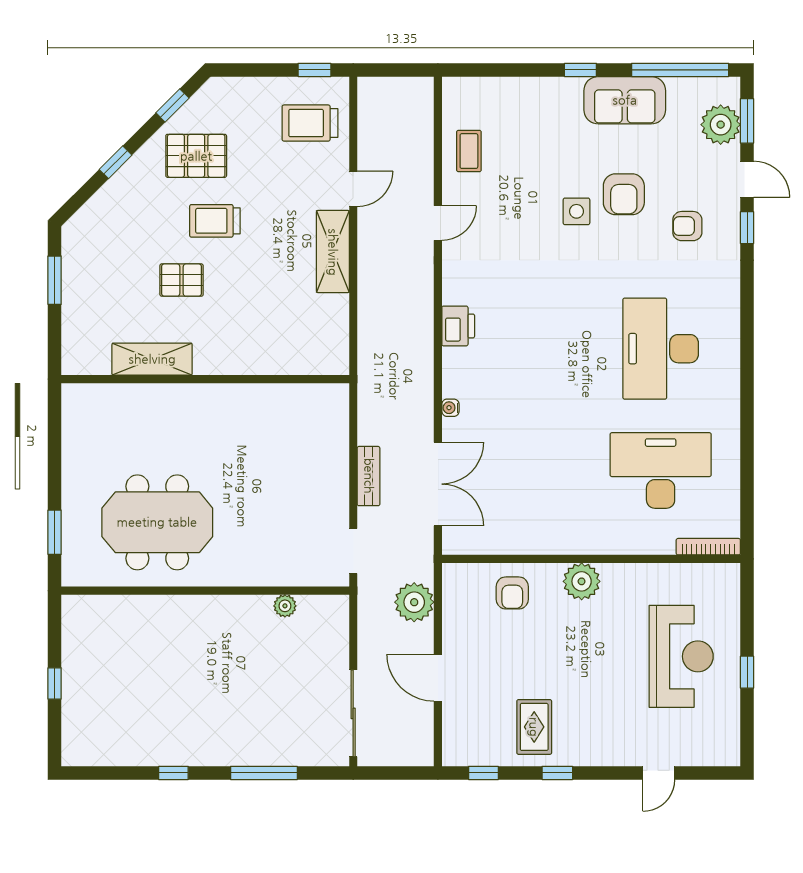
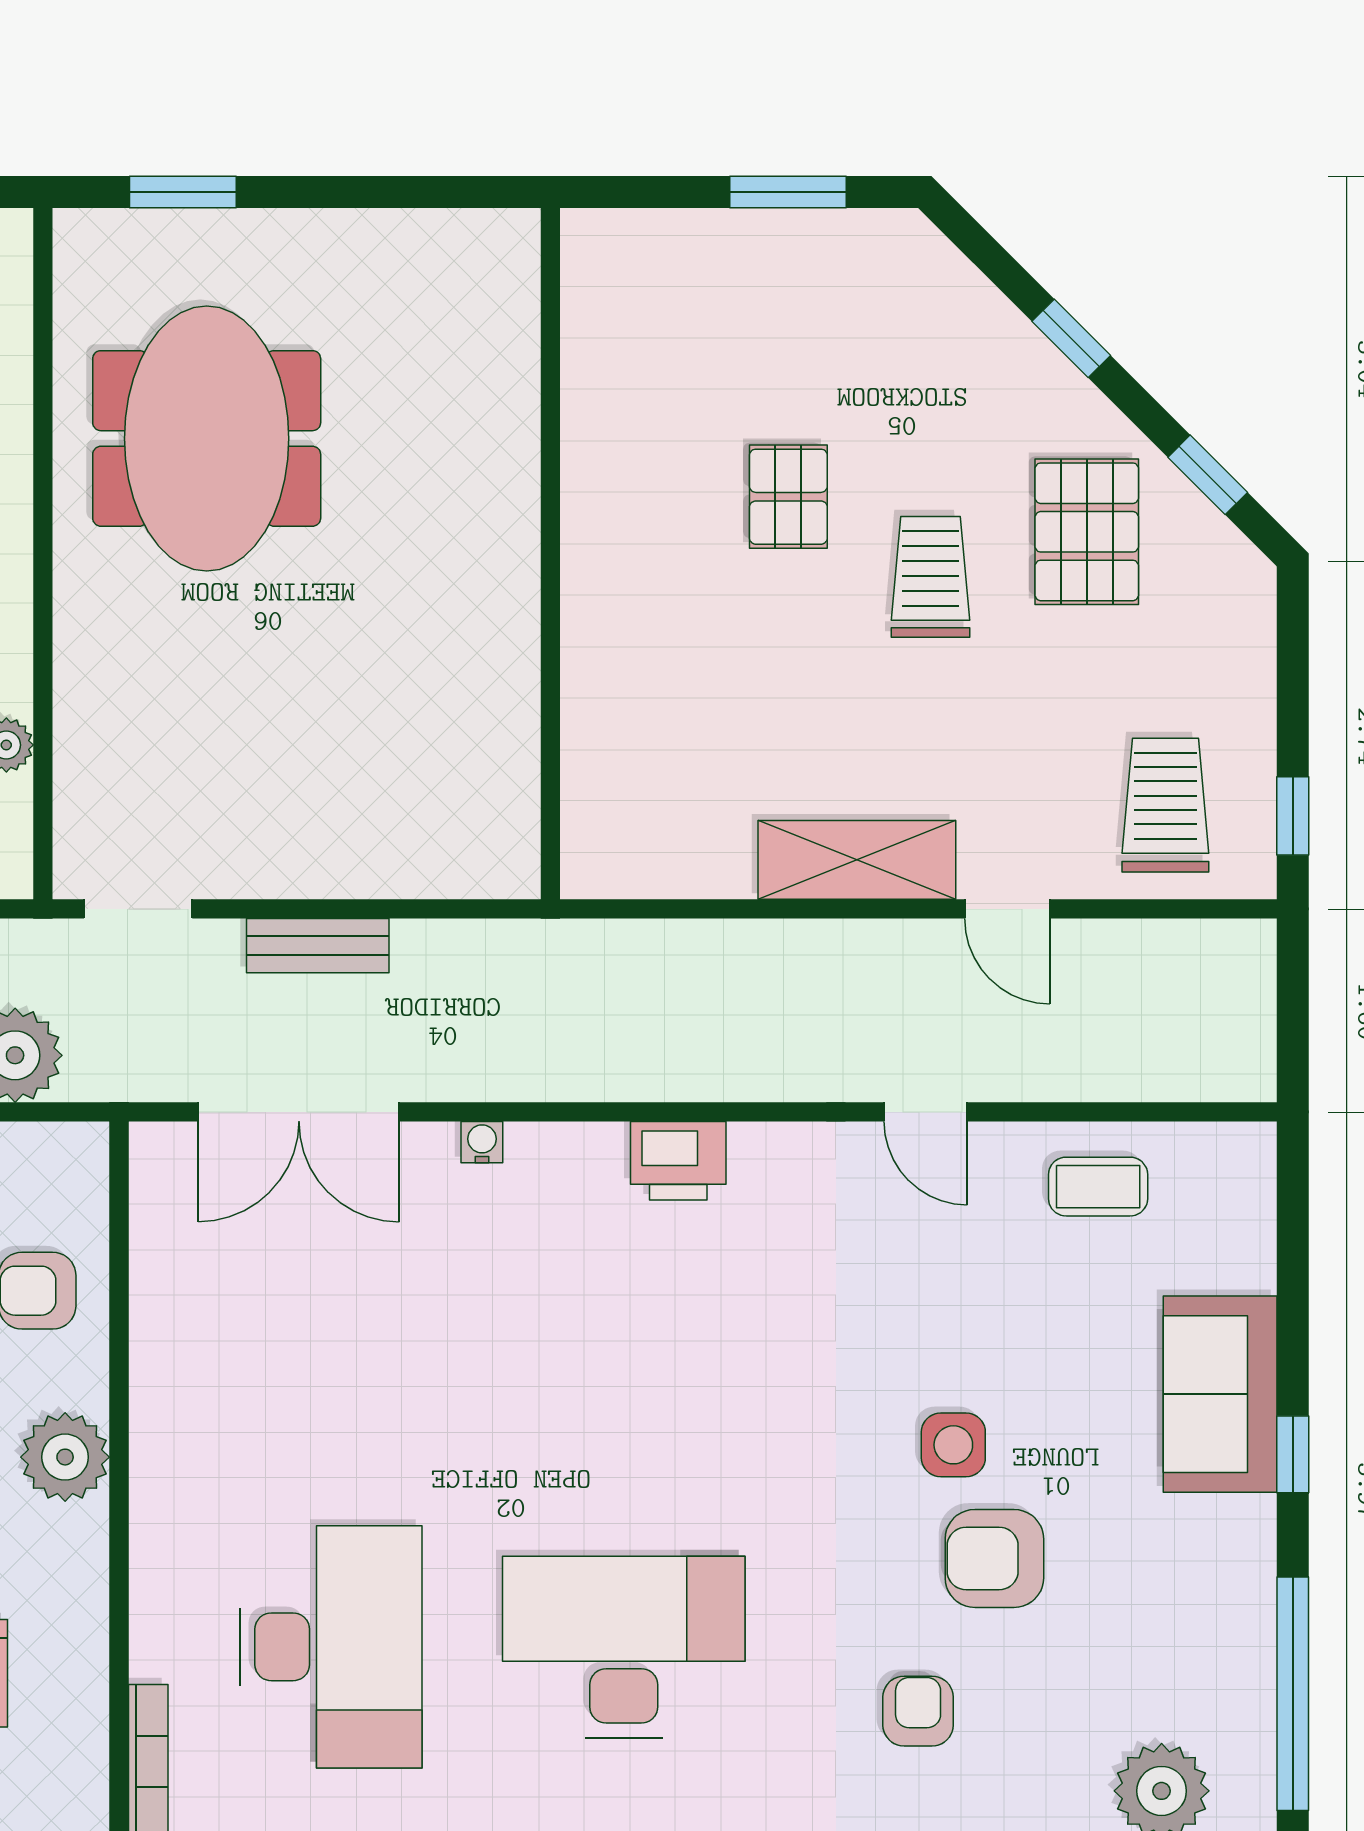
sofa: (625, 100) -> (1220, 1394), moved
shelving: (152, 359) -> (598, 426), removed

